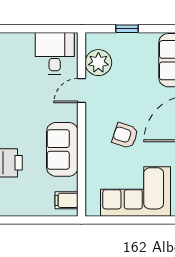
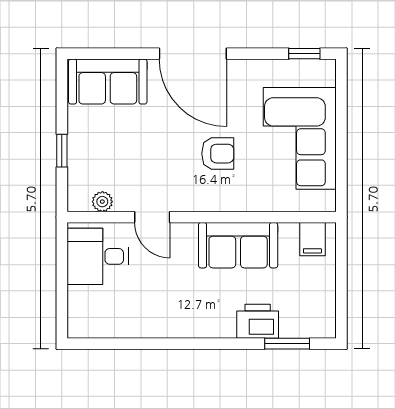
plant: (98, 63) -> (102, 202), width x0.53, depth x0.53
armchair: (125, 136) -> (218, 154), turned -108

